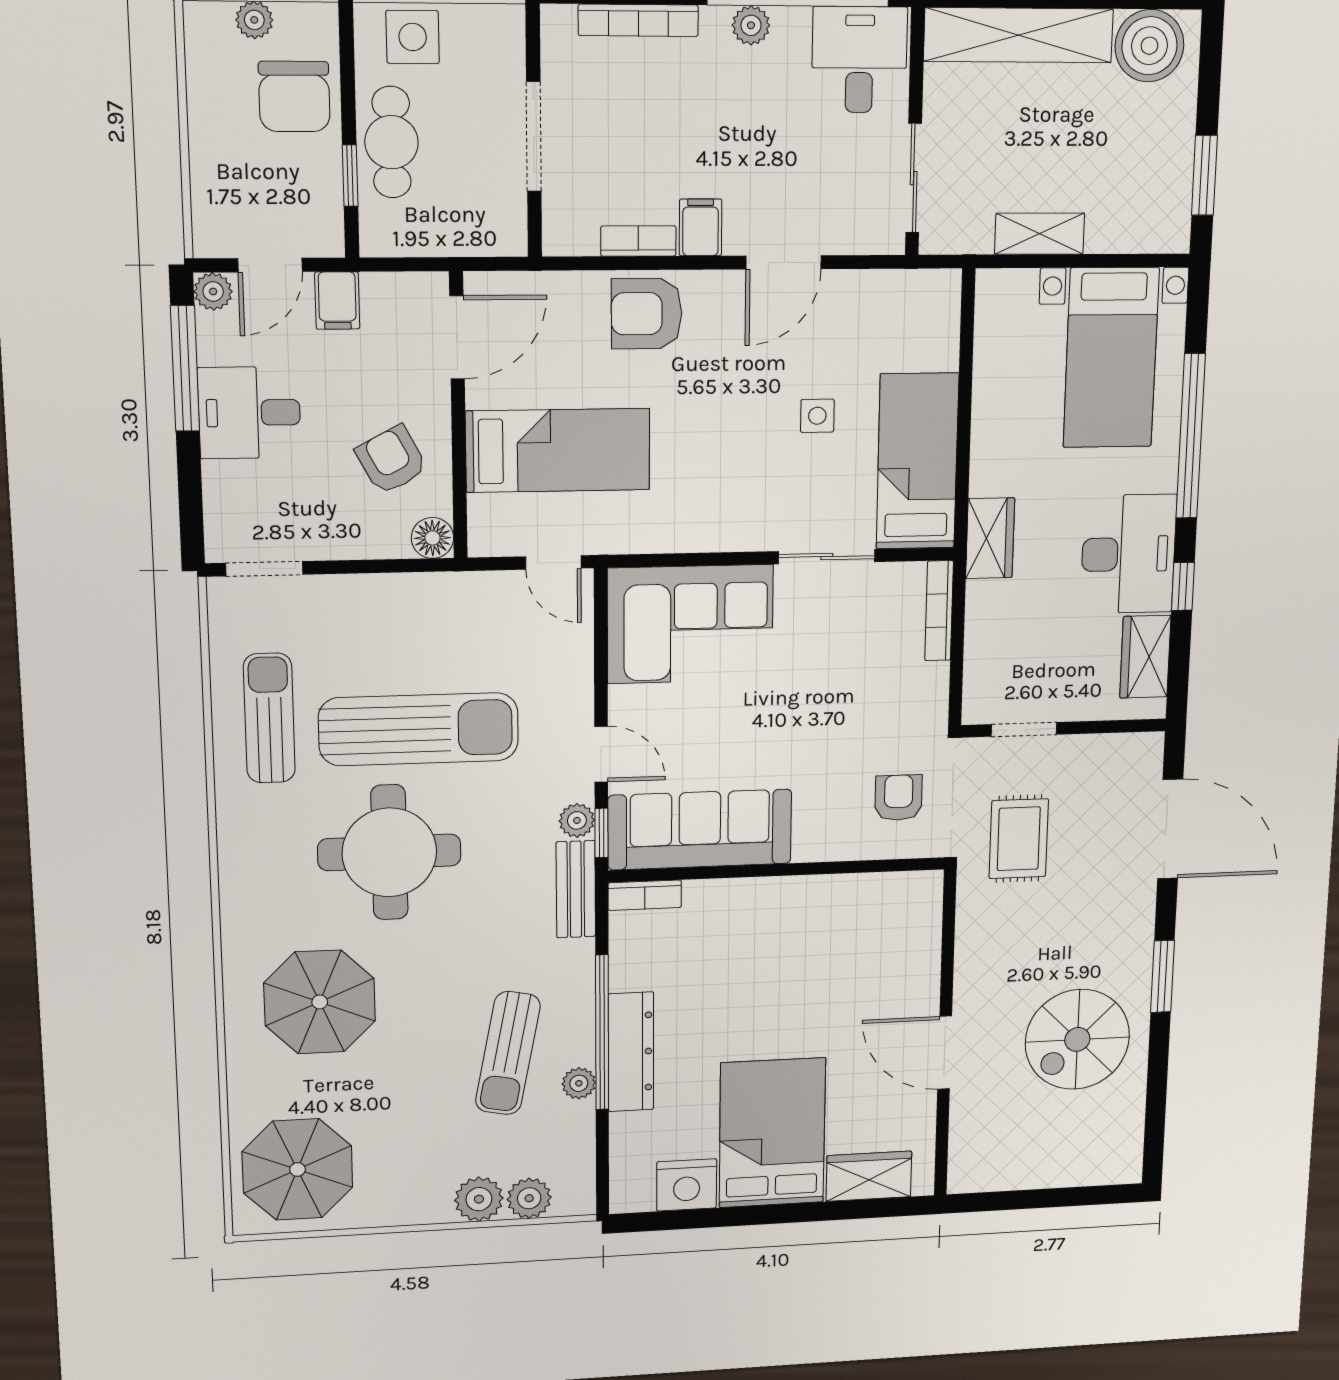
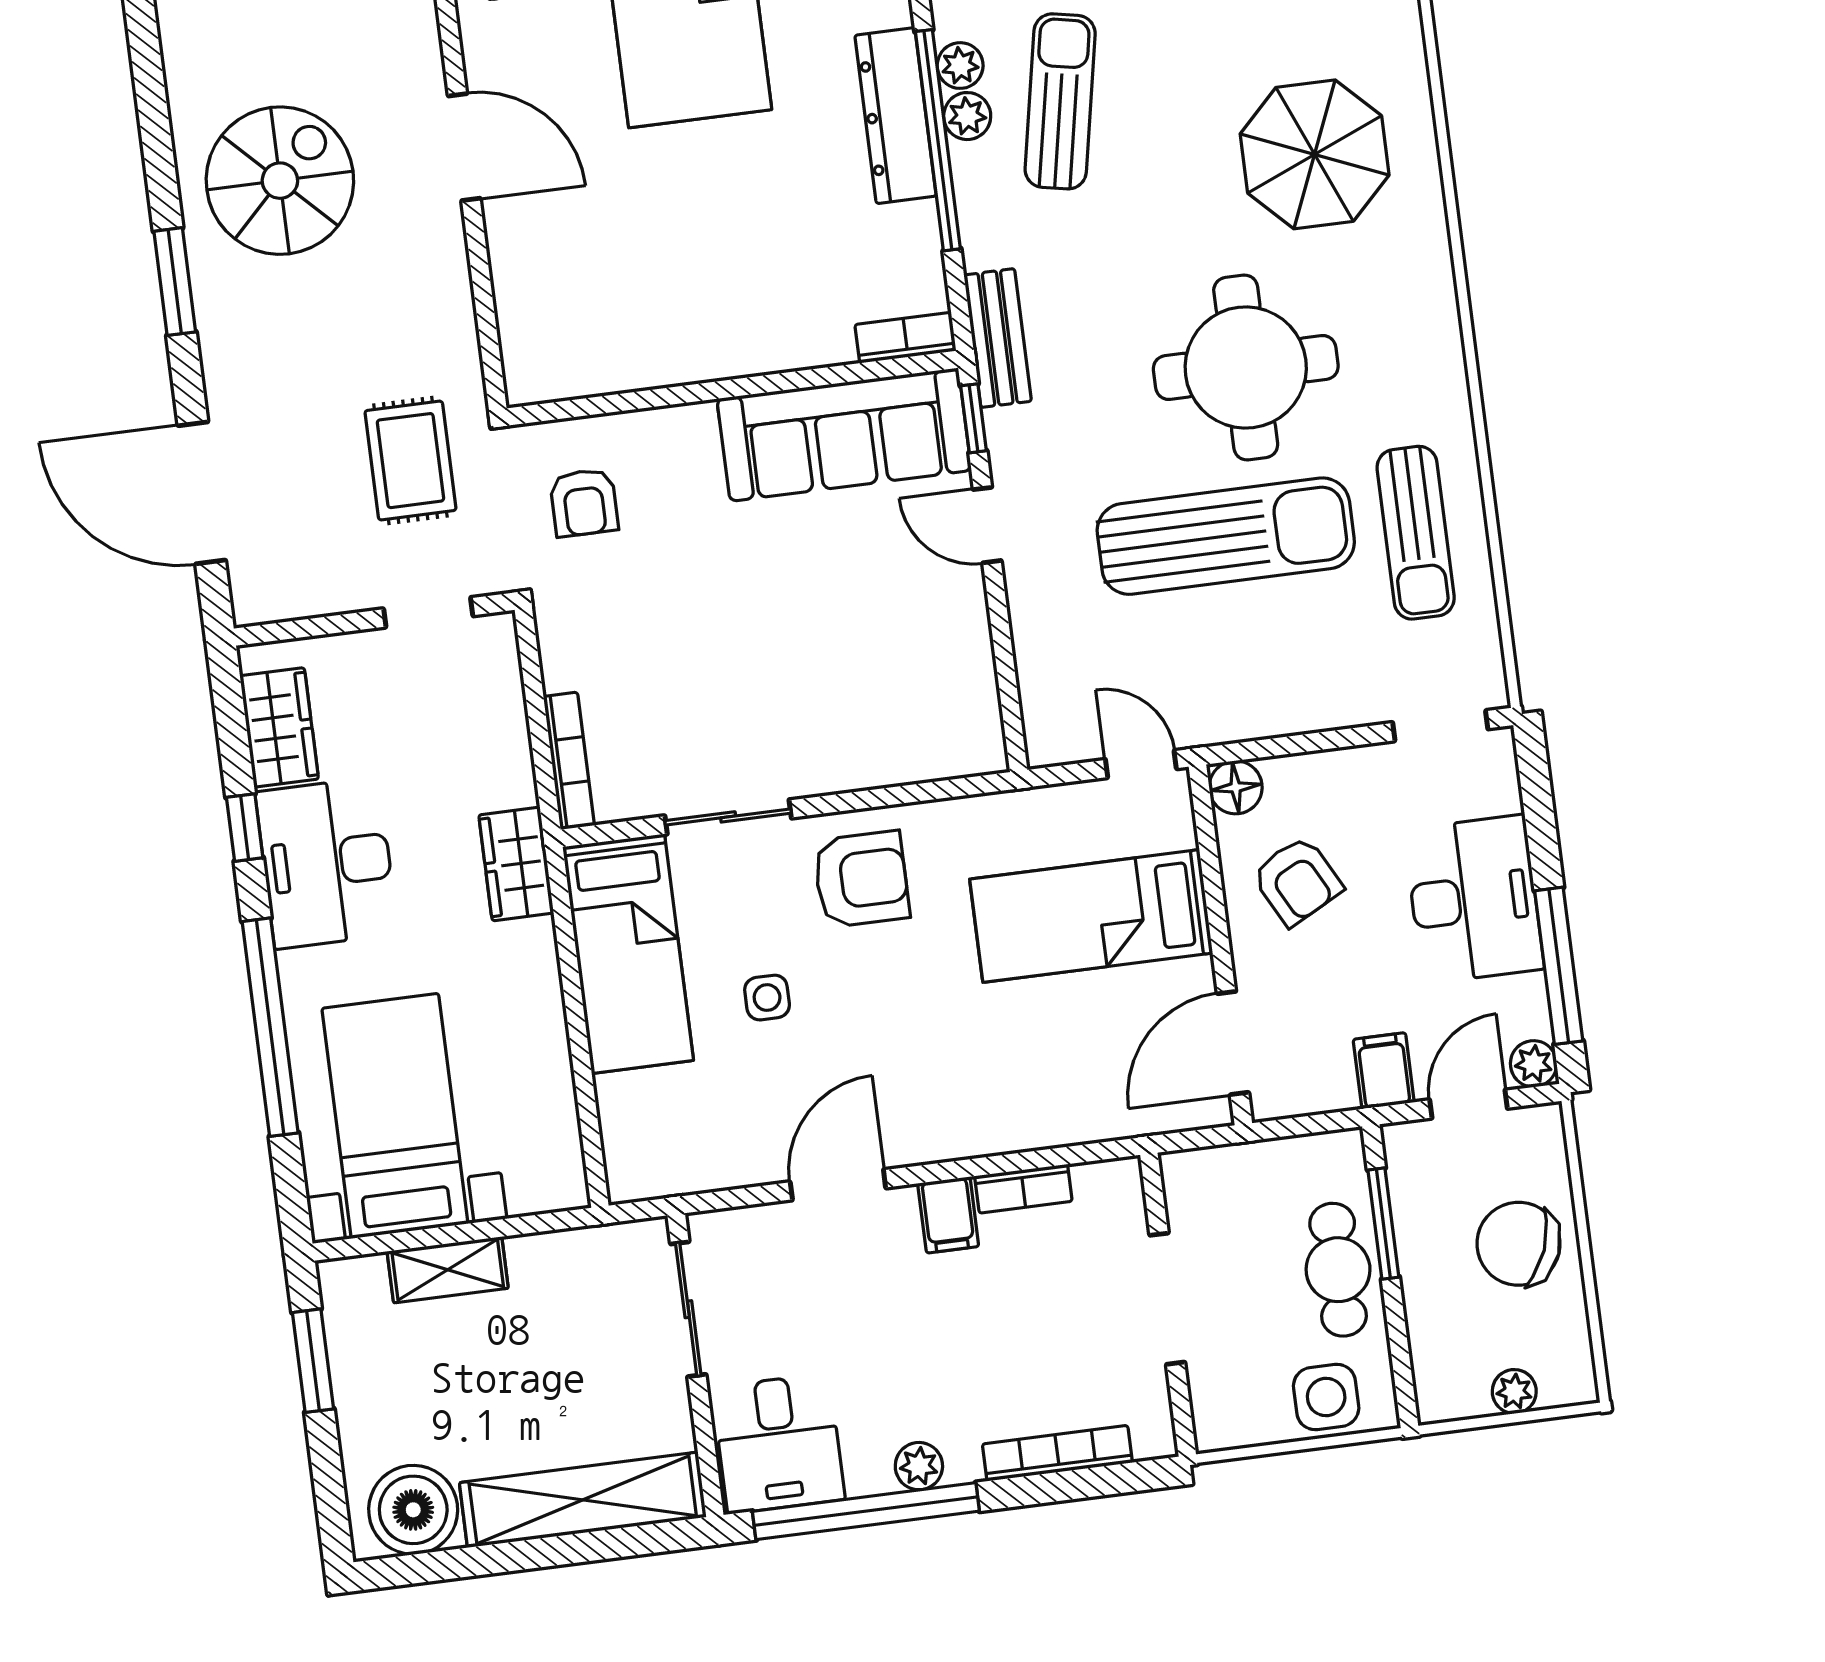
chair: (294, 97) -> (1519, 1244), moved, turned -69
window: (350, 176) -> (1383, 1224), width x1.50
shelving: (1040, 234) -> (448, 1270), moved
armchair: (647, 314) -> (861, 879), moved
desk: (249, 413) -> (1474, 899), width x1.37
door: (553, 562) -> (1141, 764), moved
corner sofa: (690, 624) -> (894, 710), removed
sun lounger: (419, 729) -> (1226, 536), turned 180
plant: (577, 820) -> (967, 116), moved

